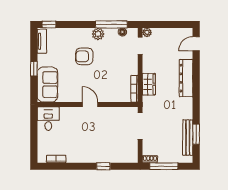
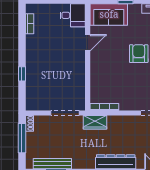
wardrobe: (149, 84) -> (95, 122), moved
door: (90, 104) -> (88, 43), moved

